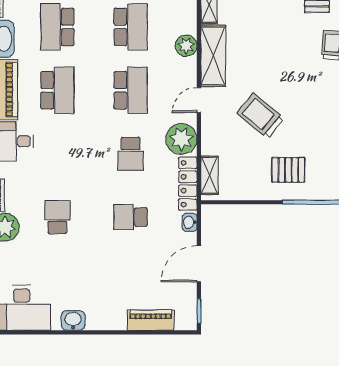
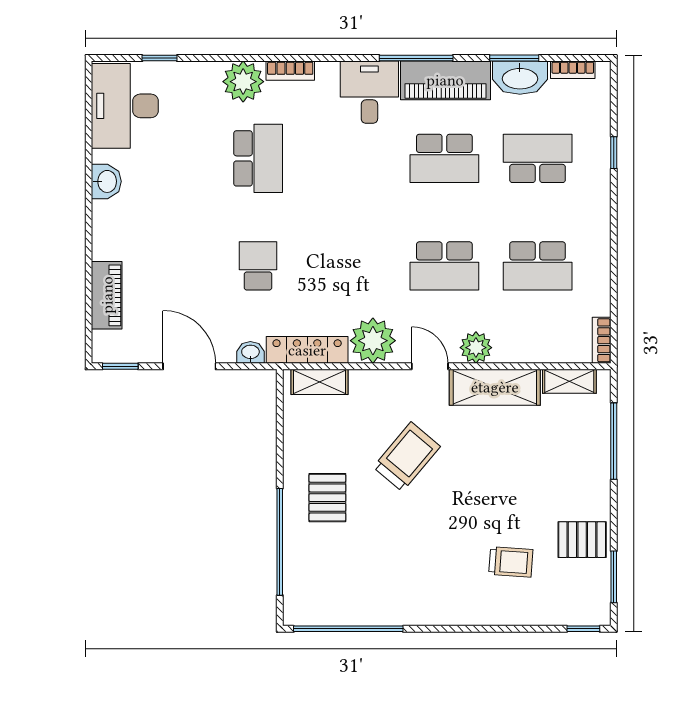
plant: (186, 46) -> (476, 348), moved
school desk: (131, 154) -> (351, 266), removed
school desk: (57, 217) -> (258, 158), width x1.85

